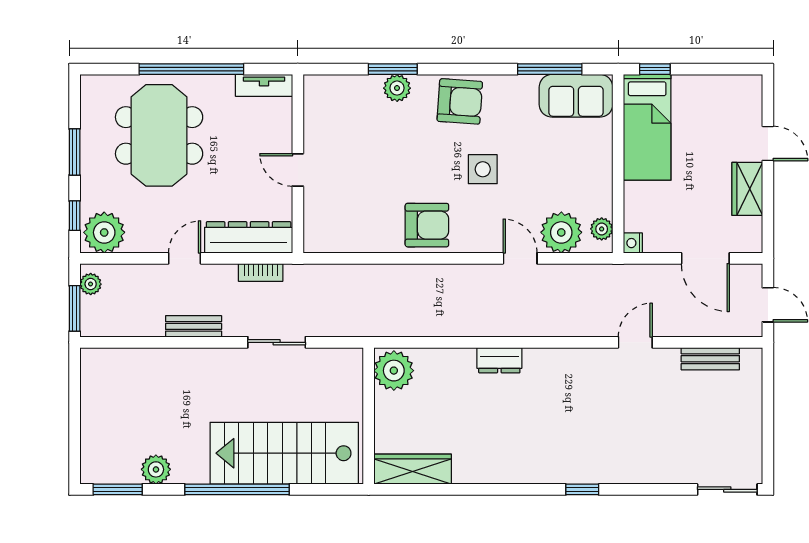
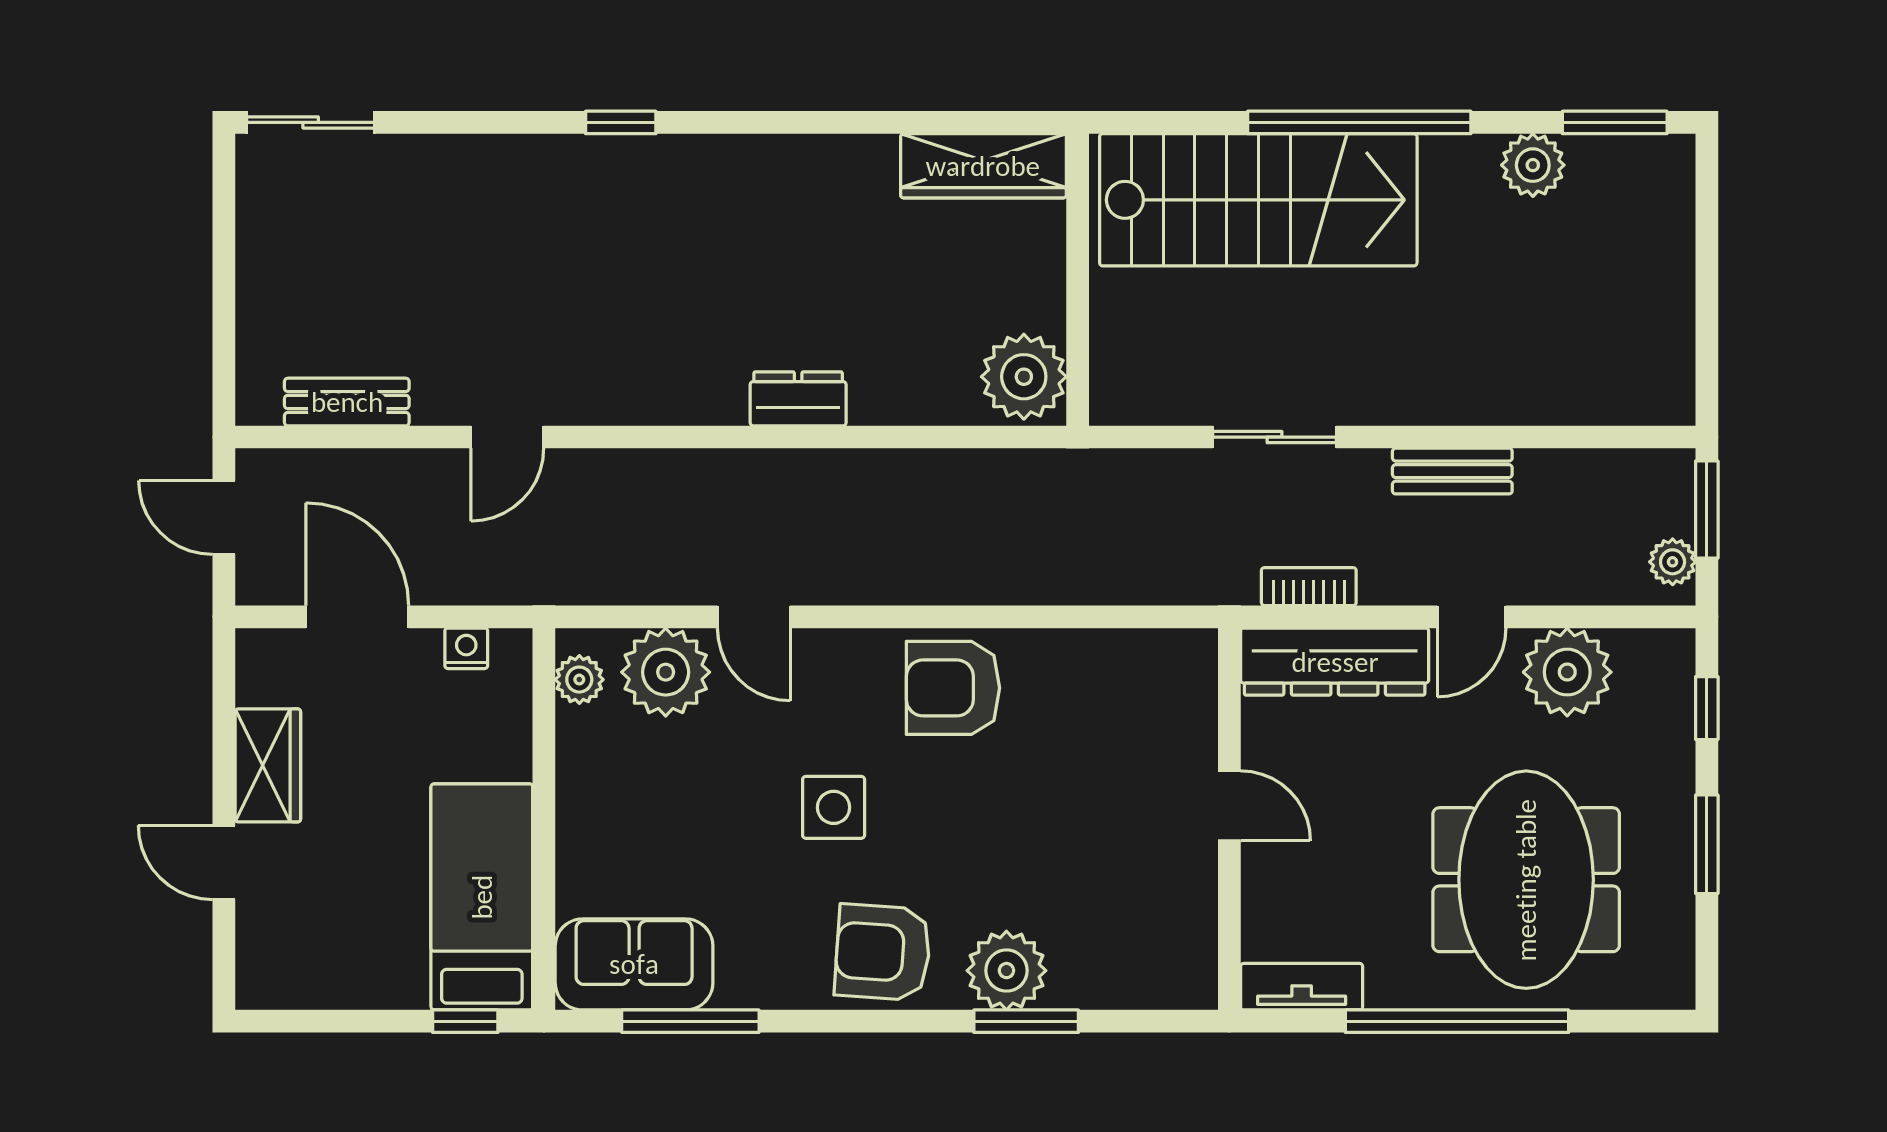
plant: (397, 88) -> (1006, 971), width x1.36, depth x1.36
plant: (104, 232) -> (1567, 672), moved
nightstand: (633, 243) -> (466, 648), moved, turned -90

